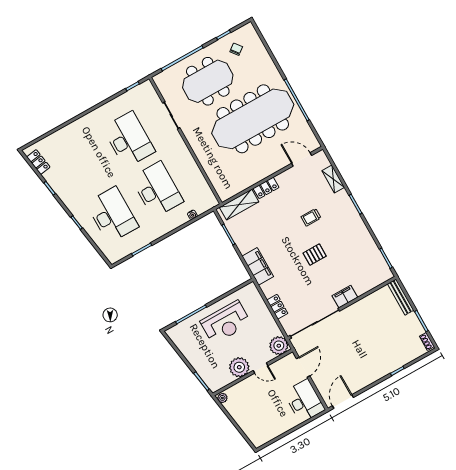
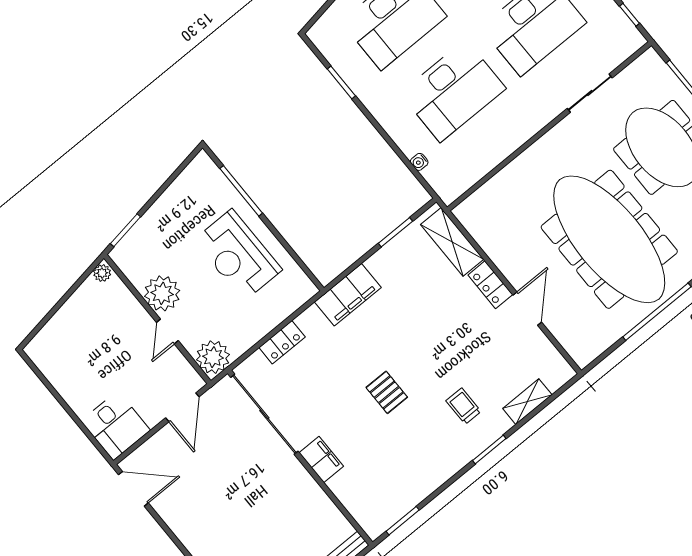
door: (302, 159) -> (527, 309), moved
trolley: (311, 217) -> (463, 406), moved
door: (303, 367) -> (182, 407), hinge flipped
desk: (304, 401) -> (116, 426), width x0.73

